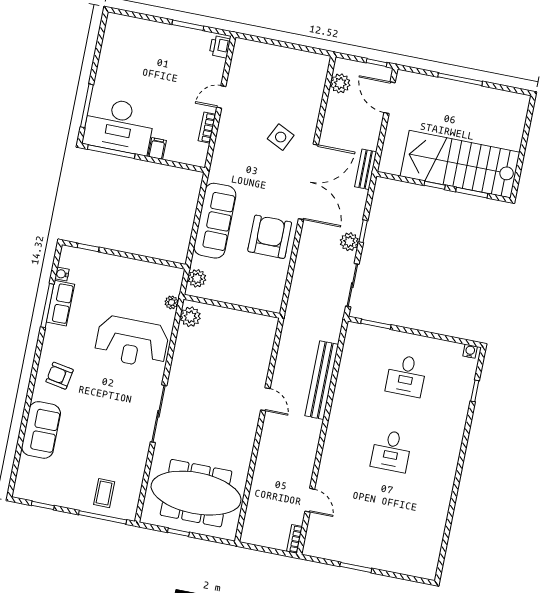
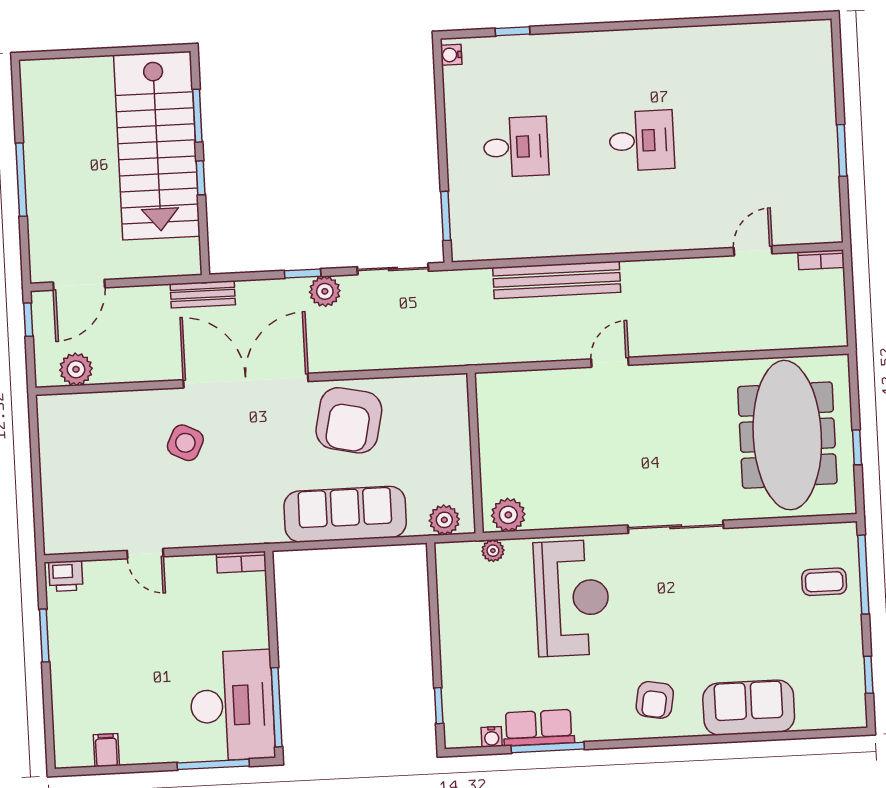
bookcase: (207, 128) -> (241, 562), moved
filing cabinet: (157, 149) -> (106, 750), moved, turned 90
armchair: (270, 237) -> (349, 420), turned -78

